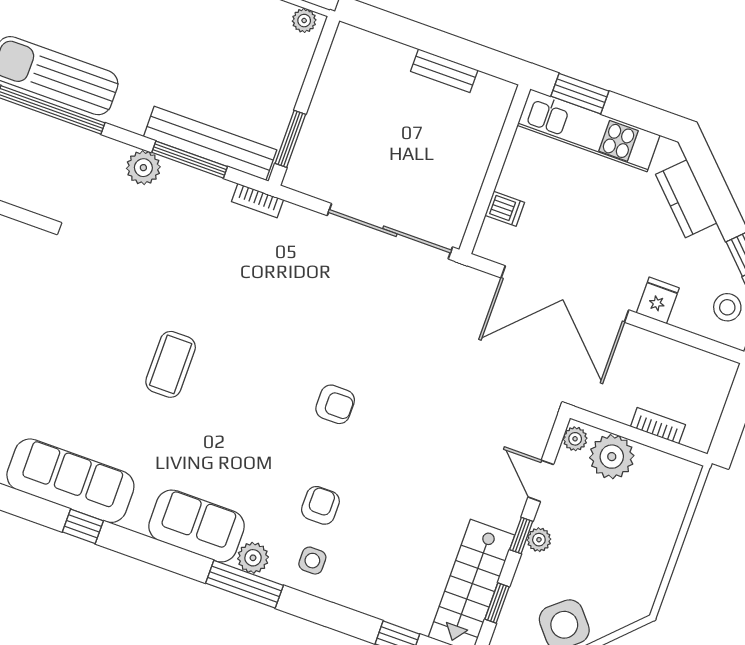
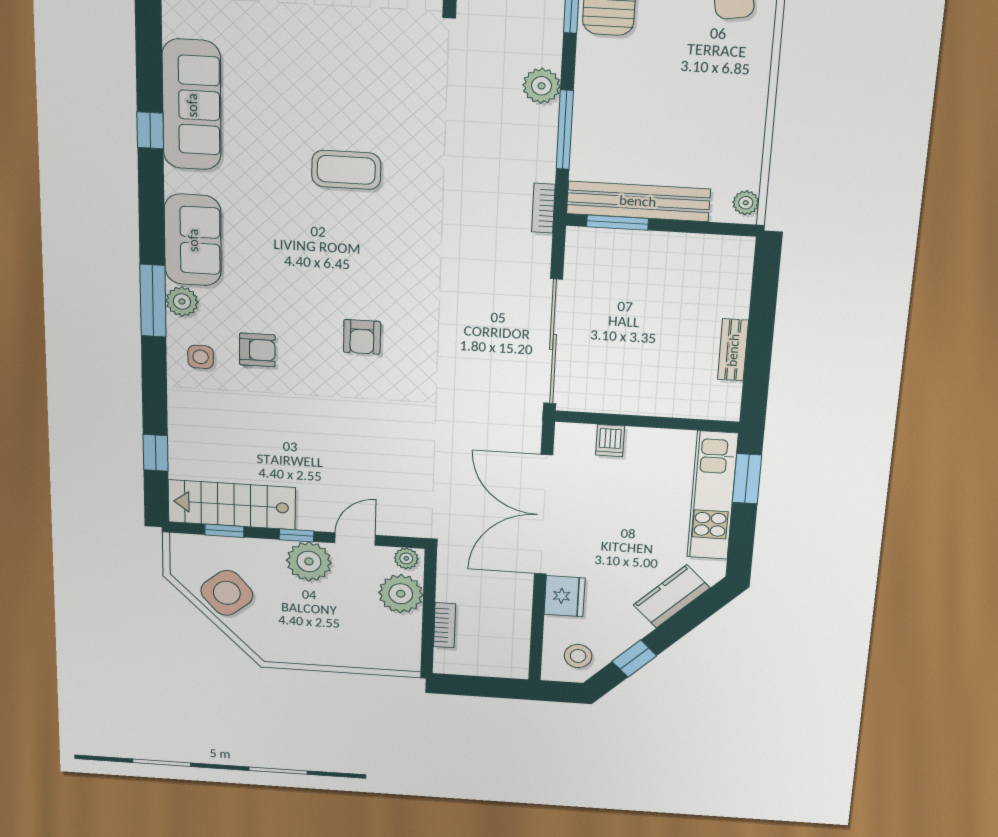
bench: (210, 143) -> (638, 201), moved, turned 90
fridge: (658, 300) -> (565, 596), width x1.38
plant: (539, 540) -> (309, 561), width x1.88, depth x1.88

